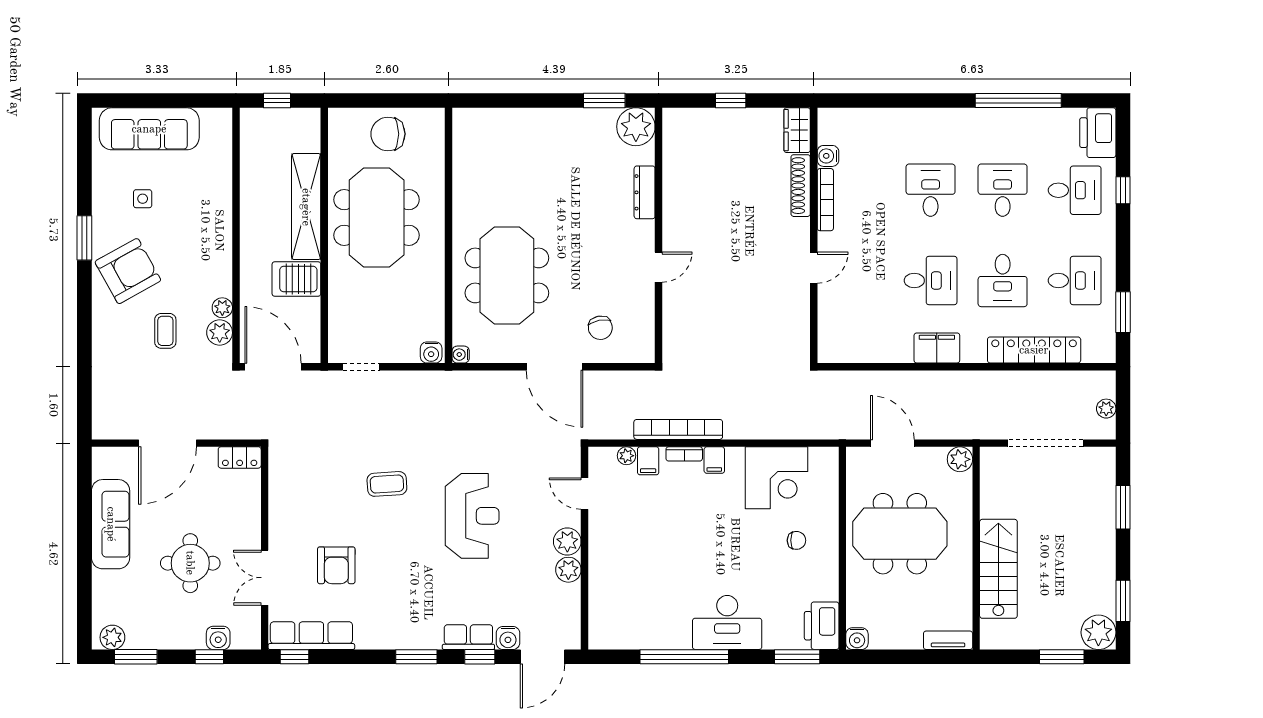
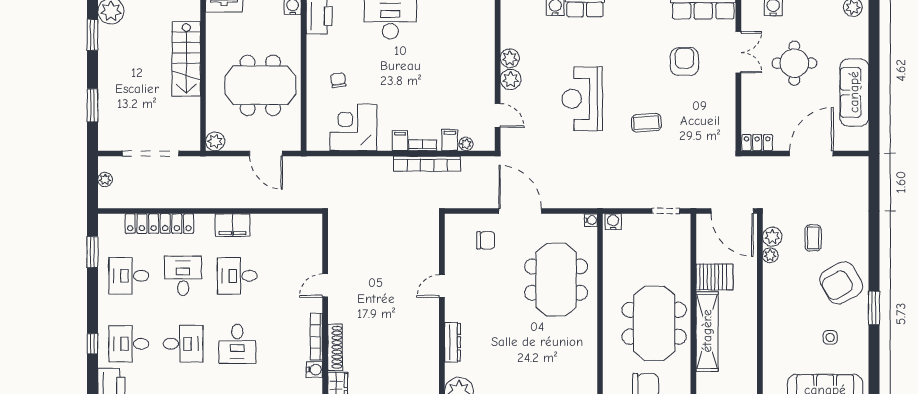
desk: (1003, 190) -> (183, 344), turned -90
chair: (600, 328) -> (486, 240), turned 101
chair: (796, 540) -> (338, 80), turned 82

